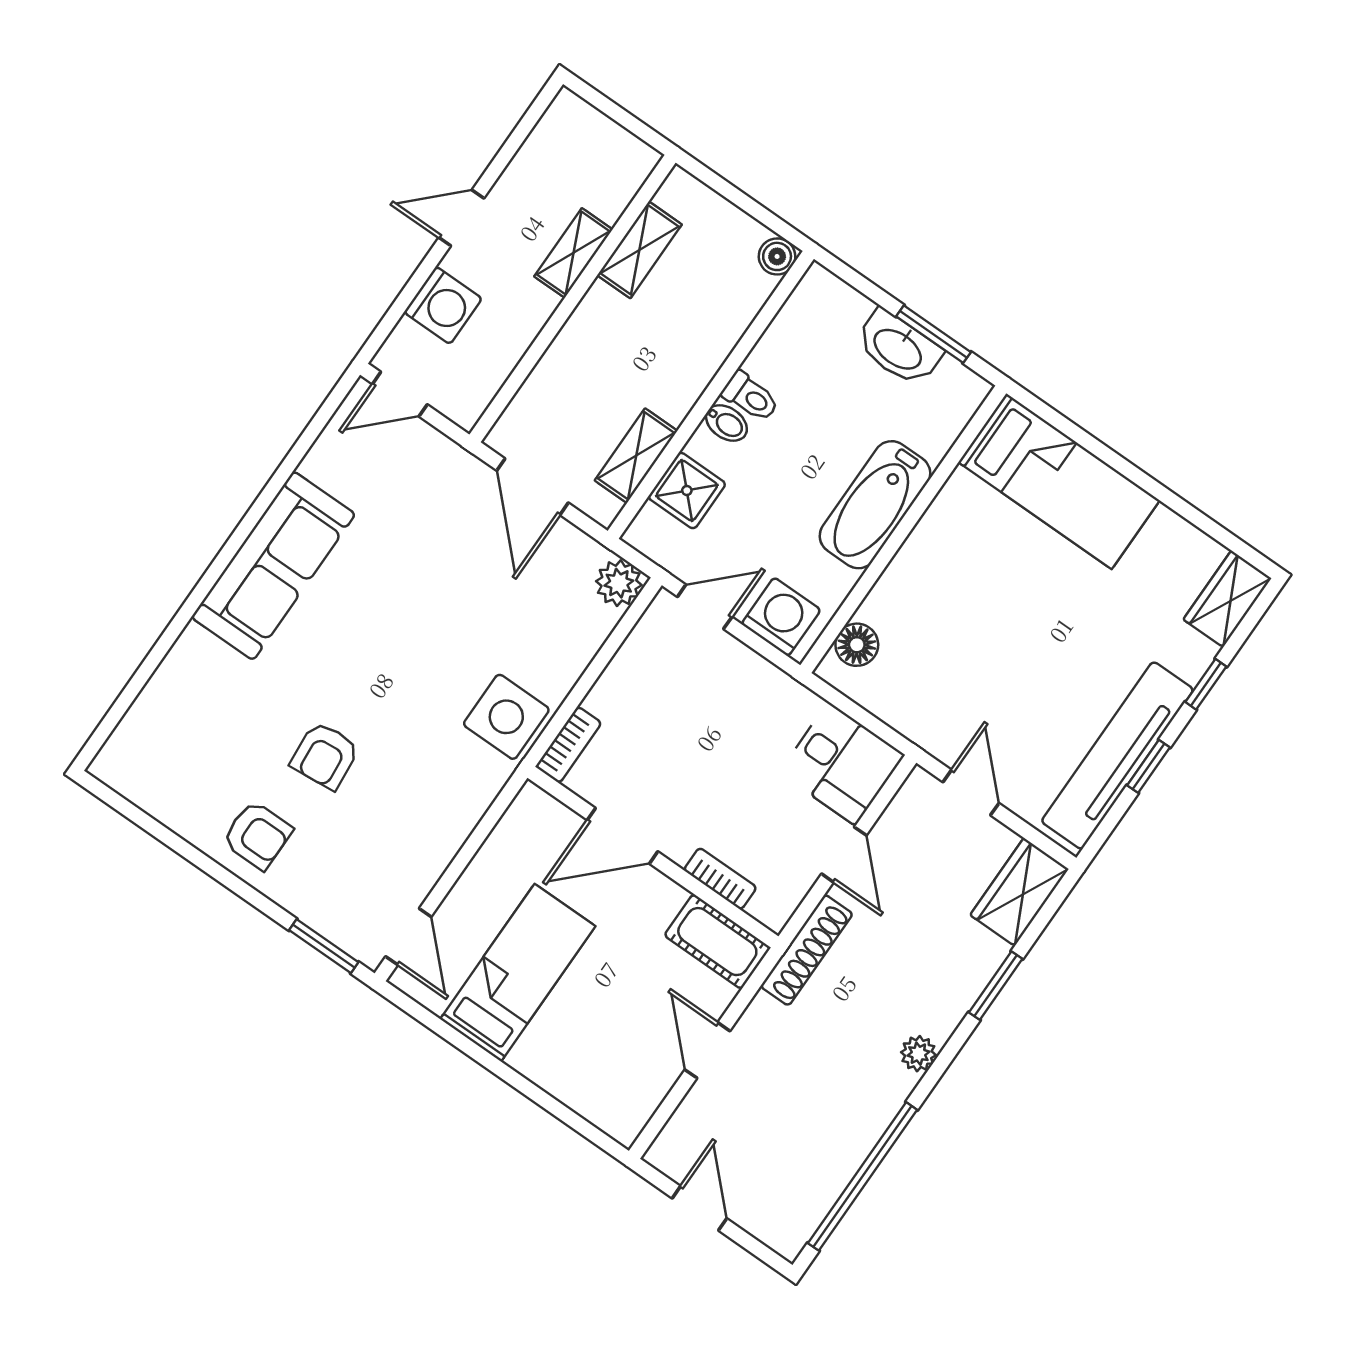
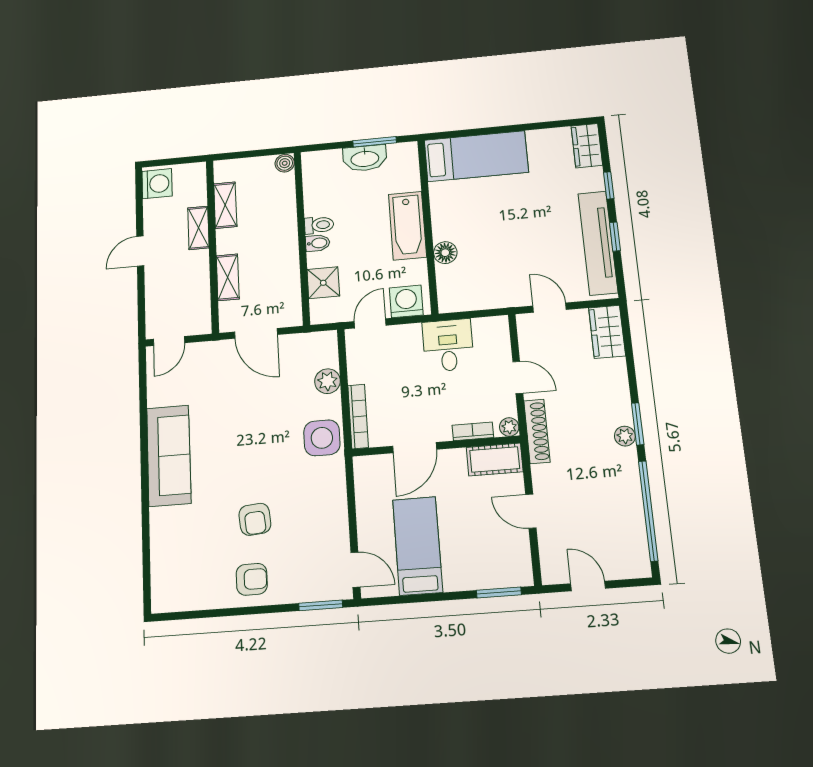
washing machine: (443, 305) -> (157, 184), moved
shelving: (636, 456) -> (228, 277), moved
plant: (619, 583) -> (327, 381), moved
floor lamp: (857, 645) -> (445, 253), moved
bookcase: (568, 745) -> (358, 416), width x1.56
desk: (842, 764) -> (448, 345), moved, turned -90
plant: (774, 913) -> (509, 427), added
window: (996, 986) -> (638, 424), moved
window: (575, 1122) -> (499, 592), added

